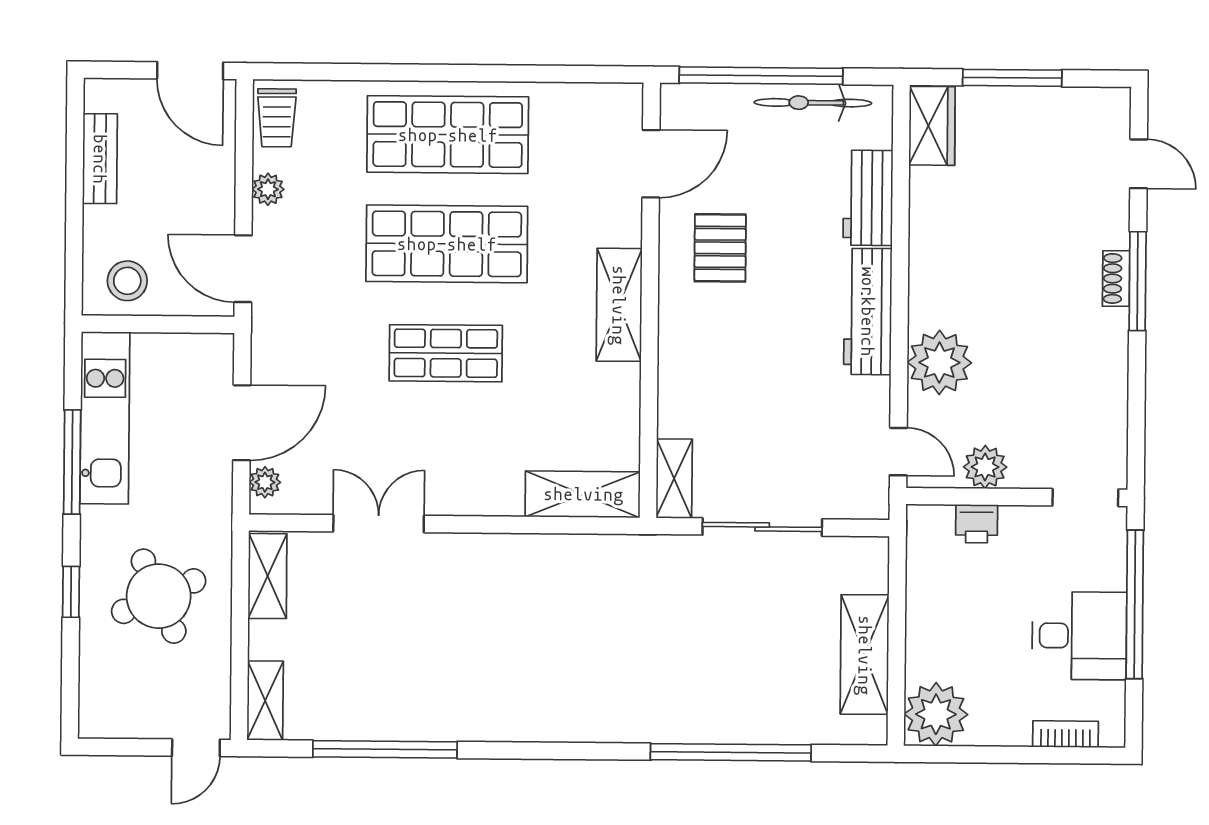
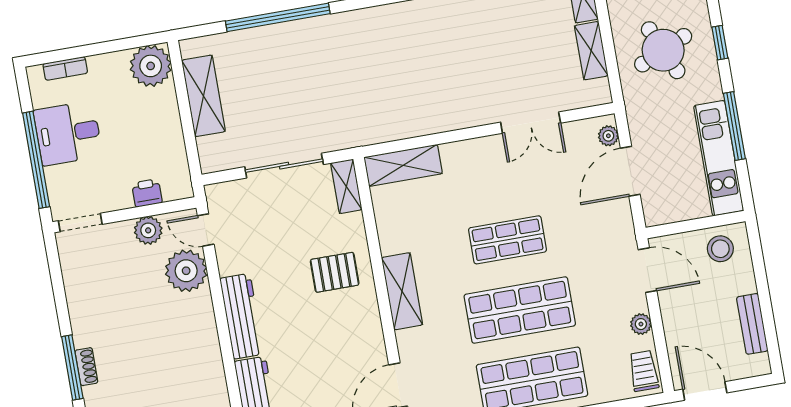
pallet: (720, 248) -> (335, 272), moved, turned 90
plant: (939, 362) -> (186, 271), moved
shelving: (268, 576) -> (591, 51), moved

